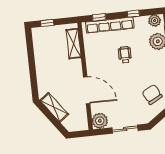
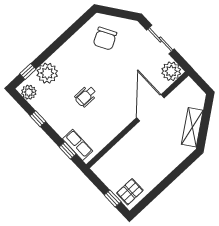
row of seats: (110, 25) -> (78, 145), width x0.50
pallet: (43, 37) -> (130, 192), added
shelving: (74, 44) -> (113, 156), removed

